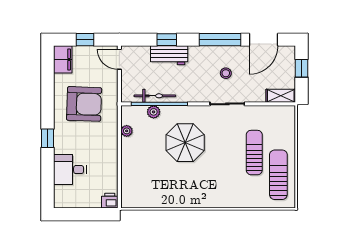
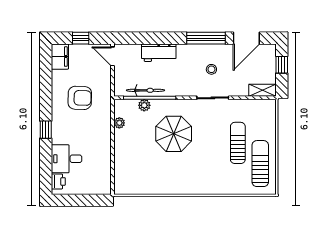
window: (167, 40) -> (157, 38), removed
armchair: (84, 104) -> (80, 98), width x0.73, depth x0.73
printer: (110, 201) -> (58, 181), moved, turned 90

